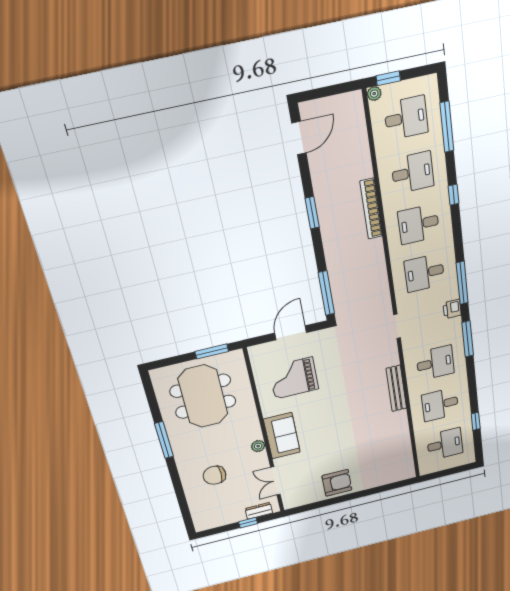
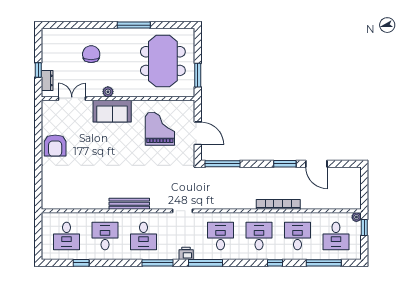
door: (299, 138) -> (316, 164), moved
desk: (413, 173) -> (297, 236), turned 180
meeting table: (203, 396) -> (163, 61), turned 90

